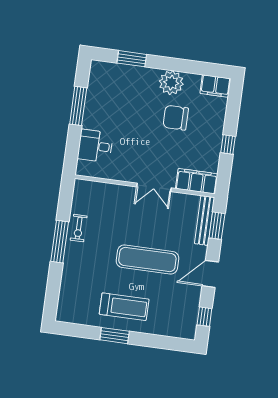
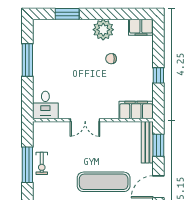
chair: (176, 118) -> (111, 59), width x0.54, depth x0.54
desk: (95, 146) -> (45, 105), moved, turned -90
double door: (154, 187) -> (85, 120), moved
window: (60, 242) -> (27, 165), moved

